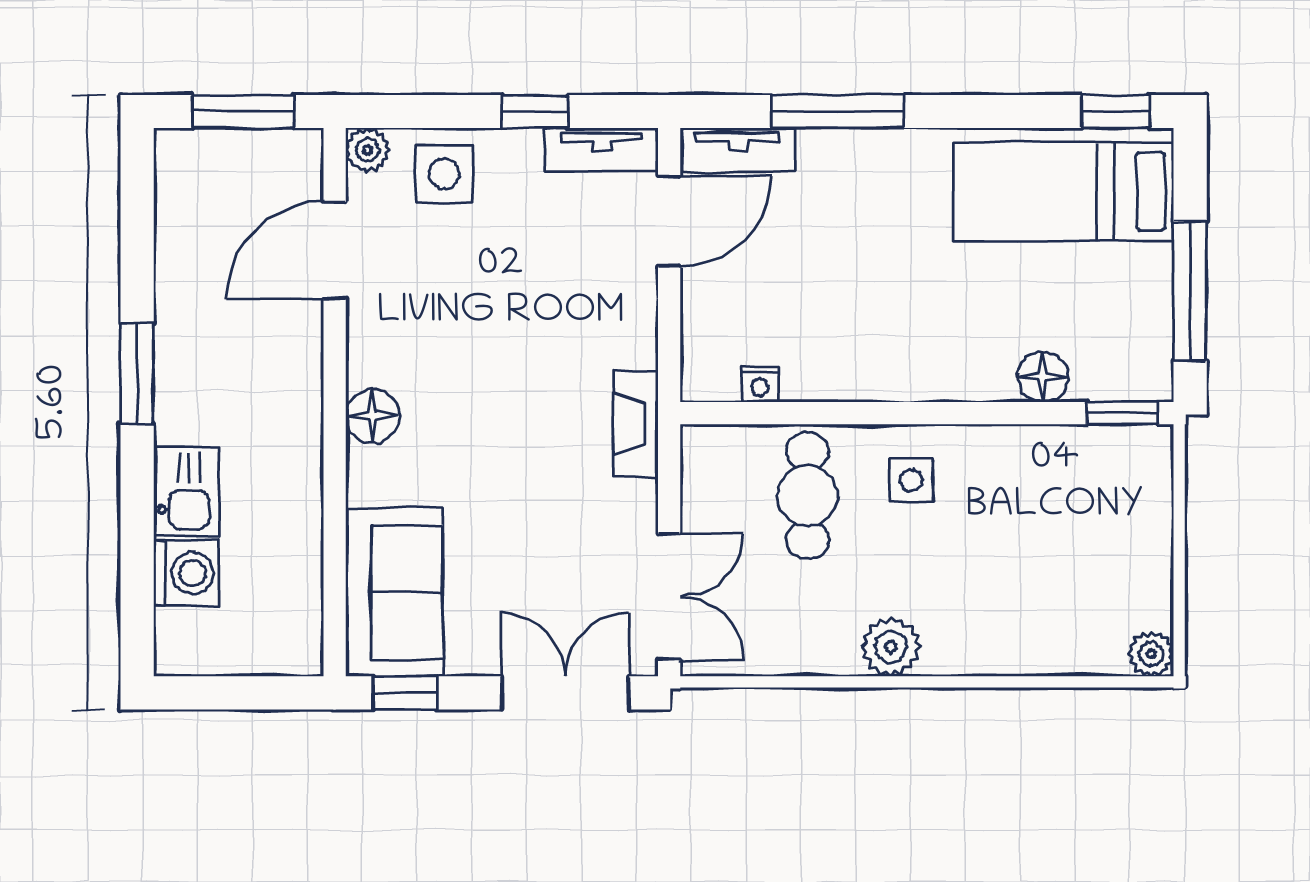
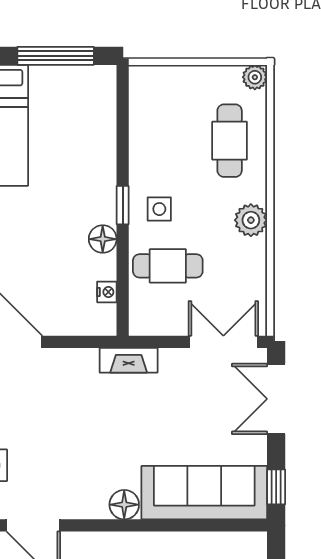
floor lamp: (1043, 377) -> (103, 239), moved
window: (1122, 413) -> (123, 205), moved
sofa: (394, 592) -> (204, 493), width x1.36
cafe table: (1036, 608) -> (230, 141), added

